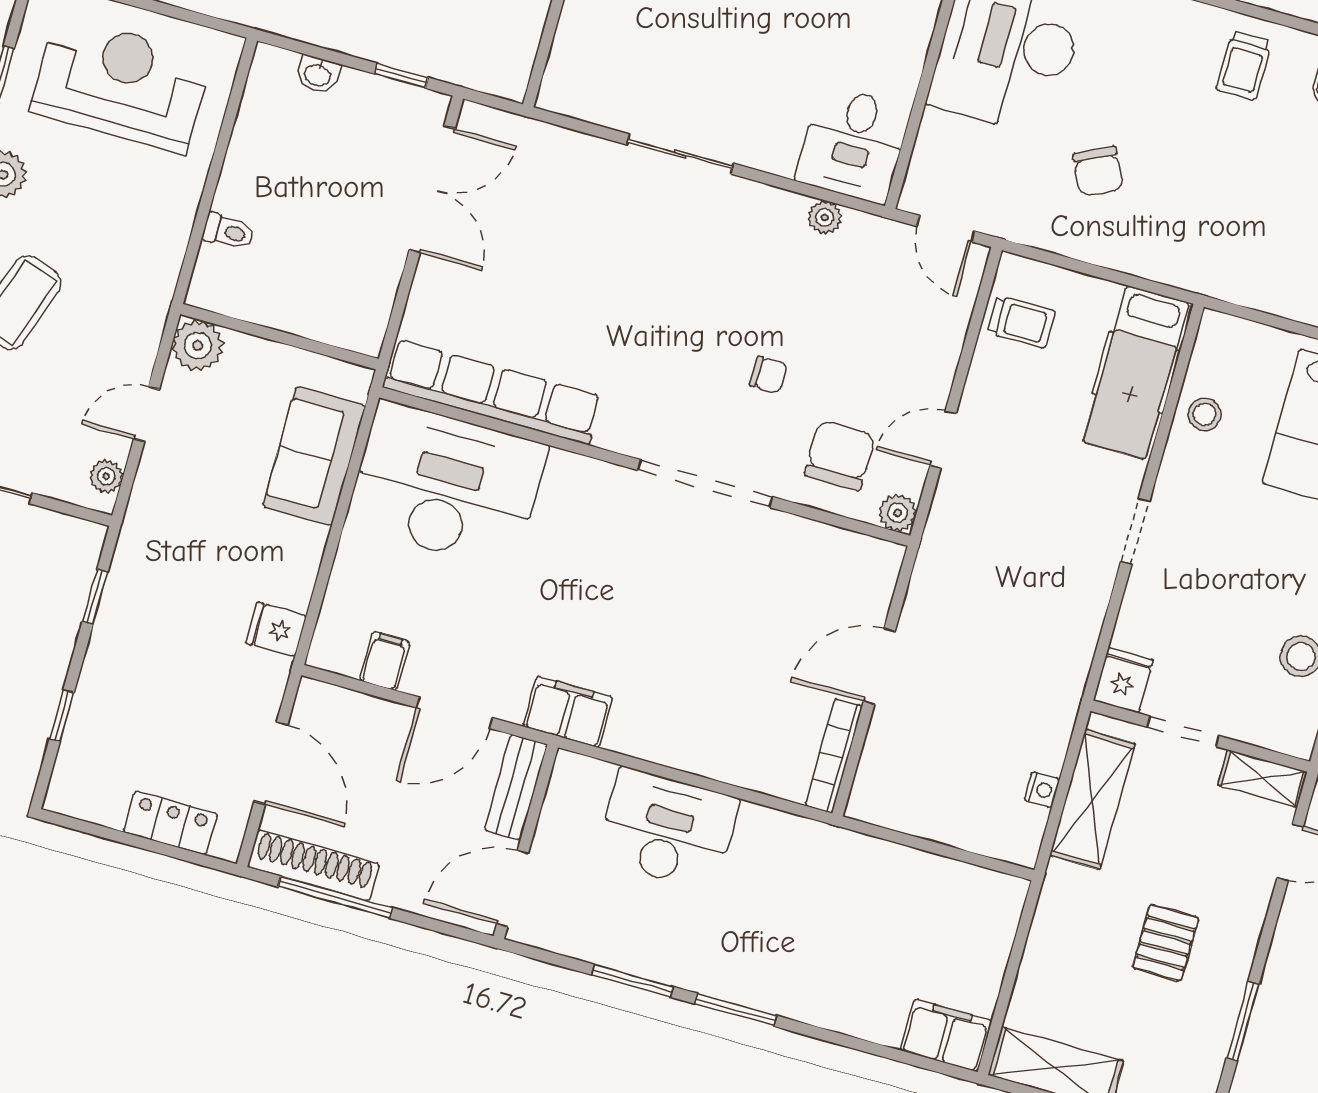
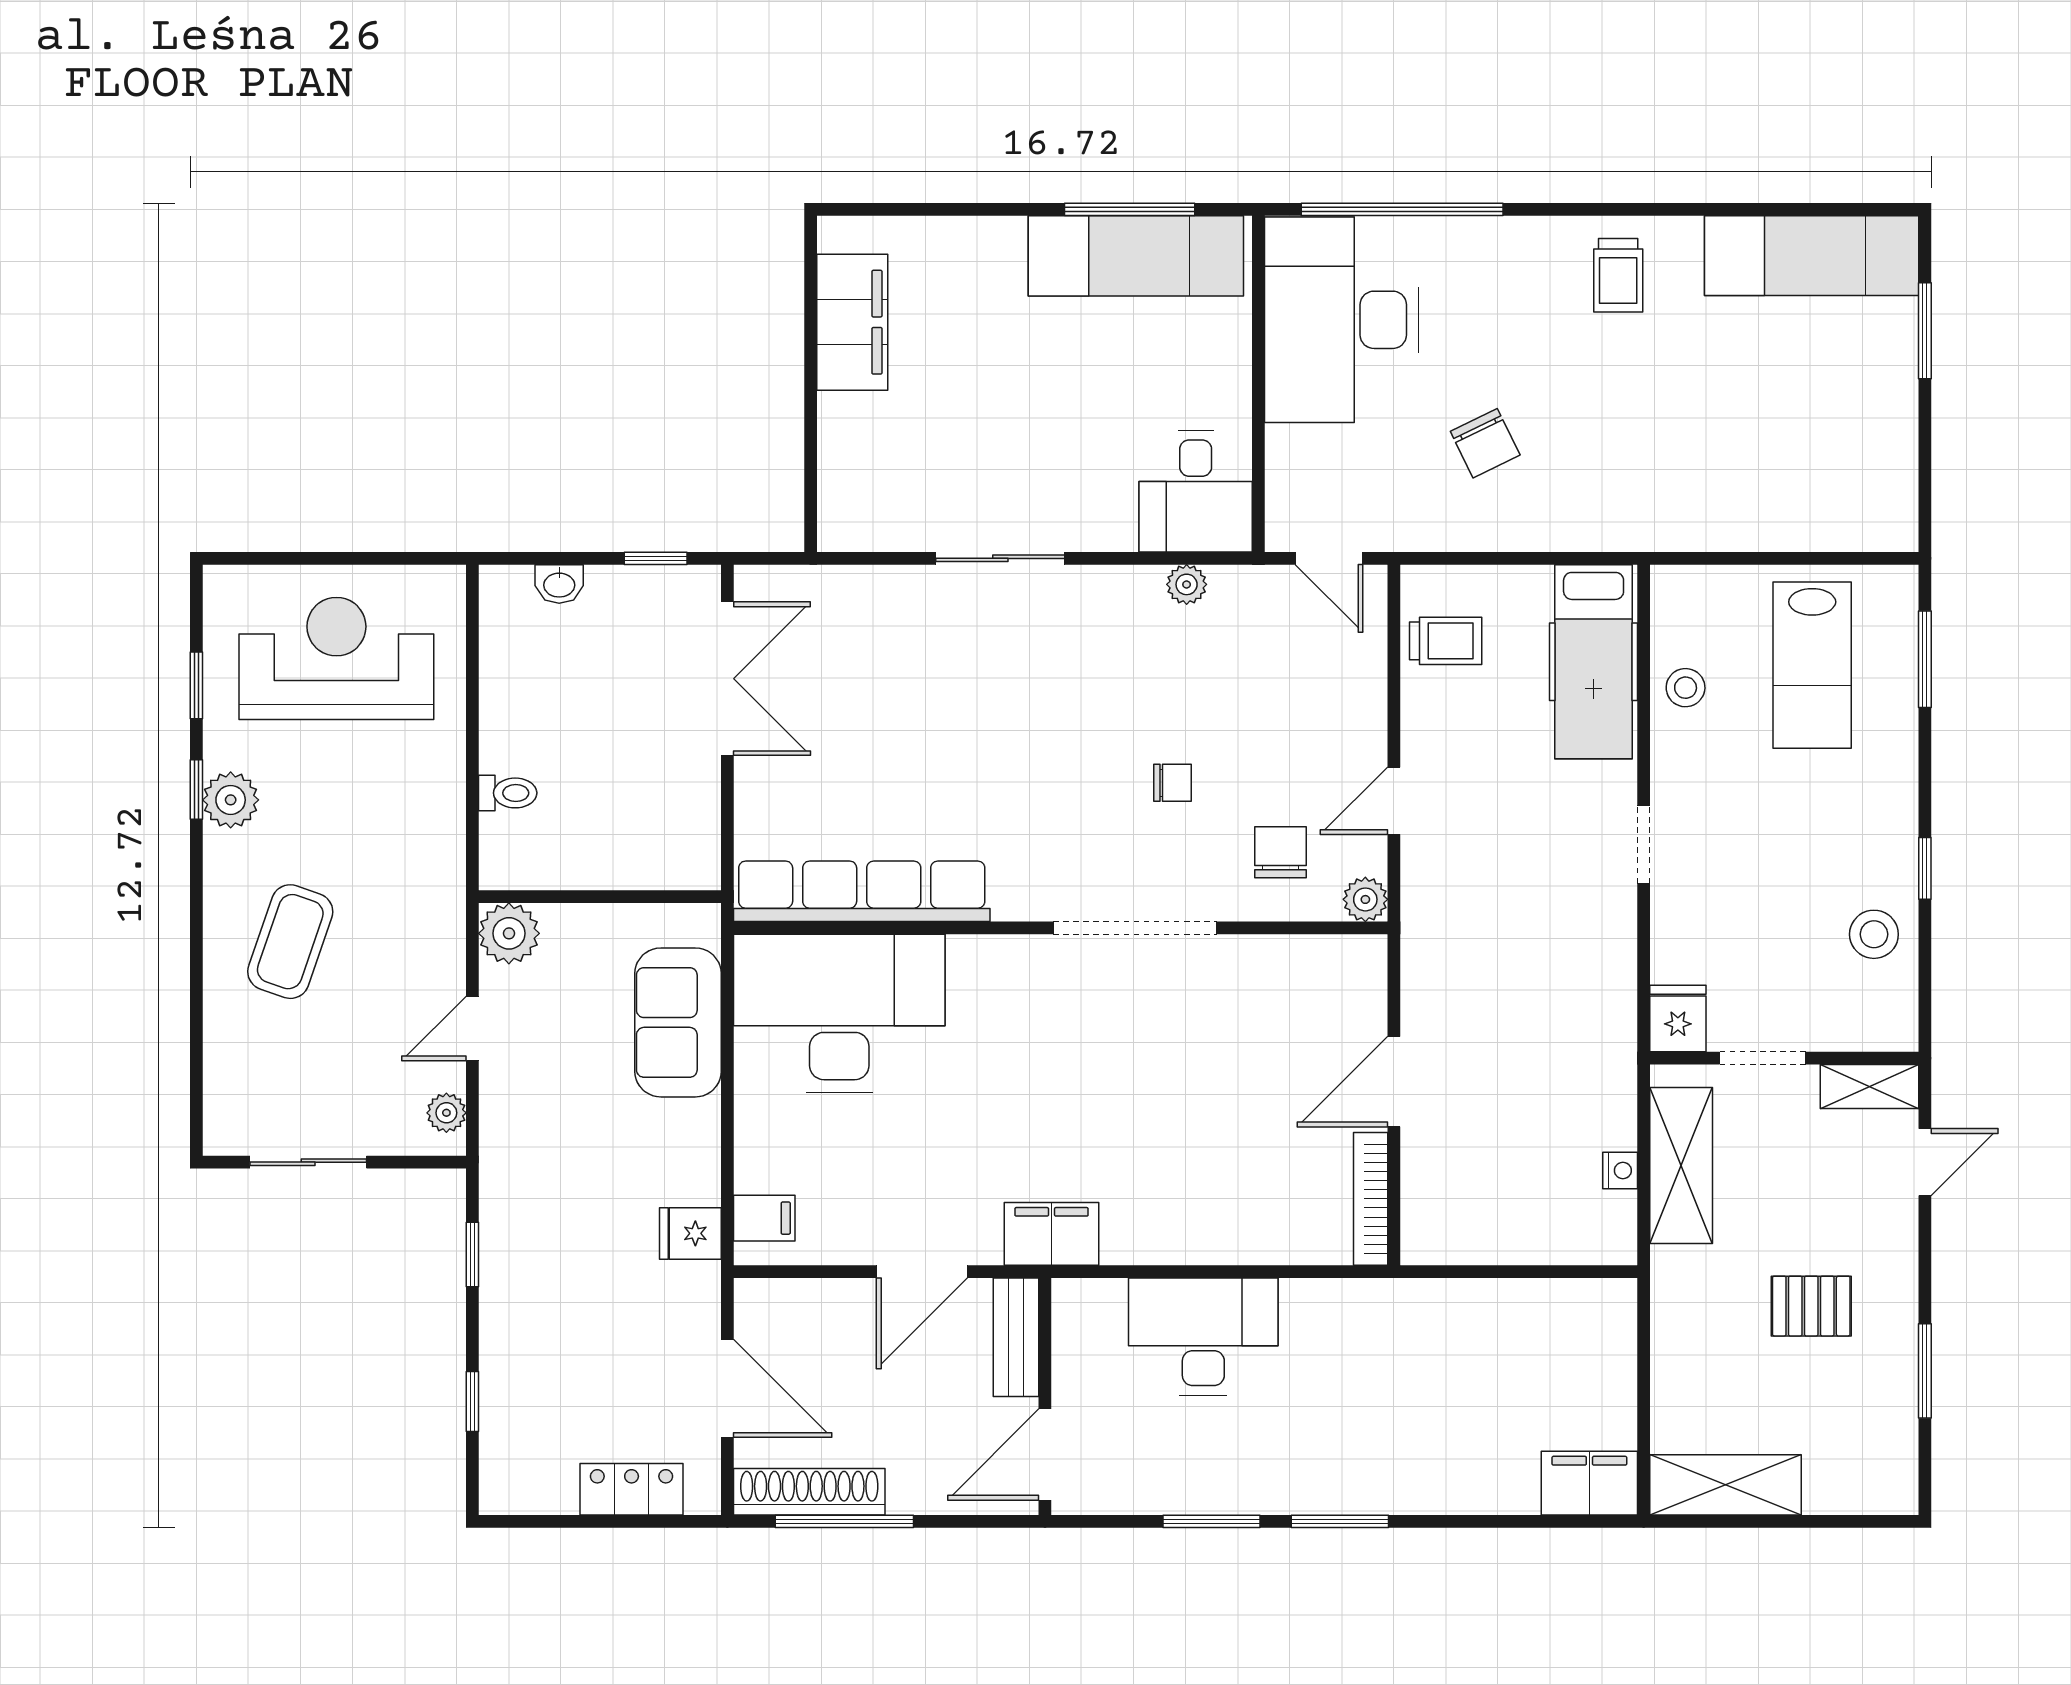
chair: (840, 455) -> (1281, 852), width x0.73, depth x0.73
filing cabinet: (385, 661) -> (764, 1218), moved, turned 90
pallet: (1166, 943) -> (1811, 1306), turned 90

